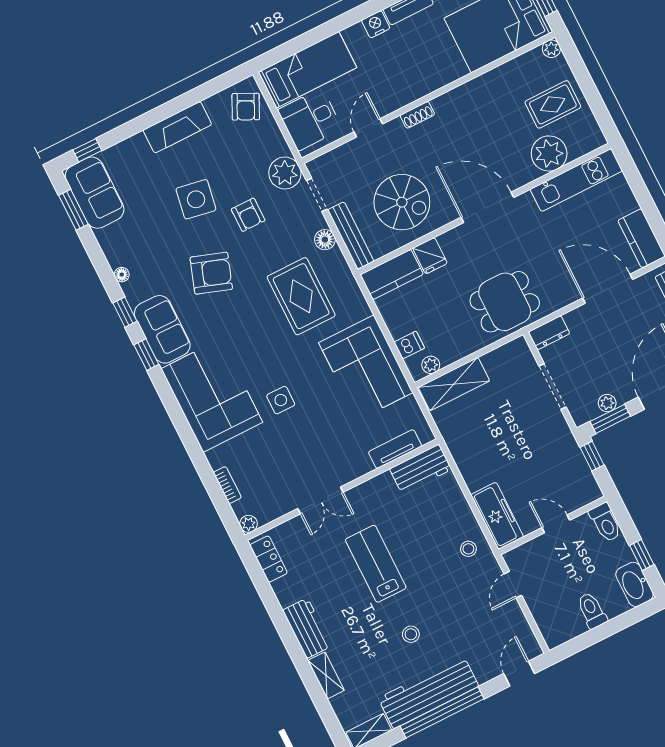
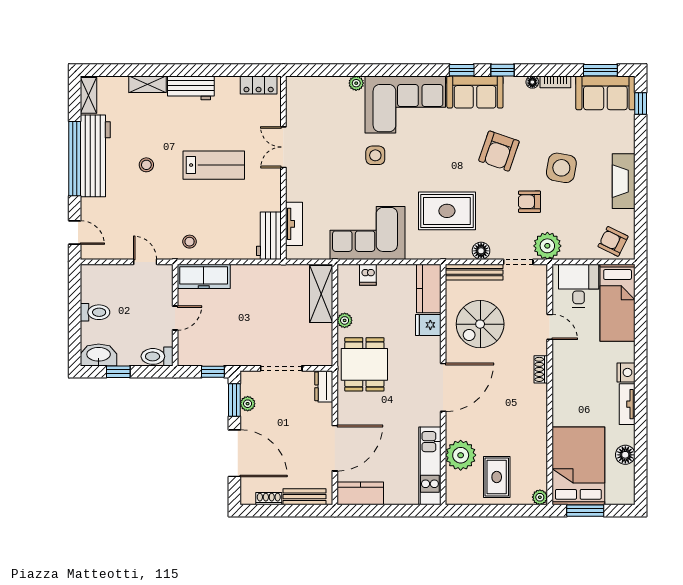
plant: (431, 365) -> (345, 320), moved
bookcase: (227, 485) -> (555, 82), moved
plant: (249, 524) -> (356, 83), moved

